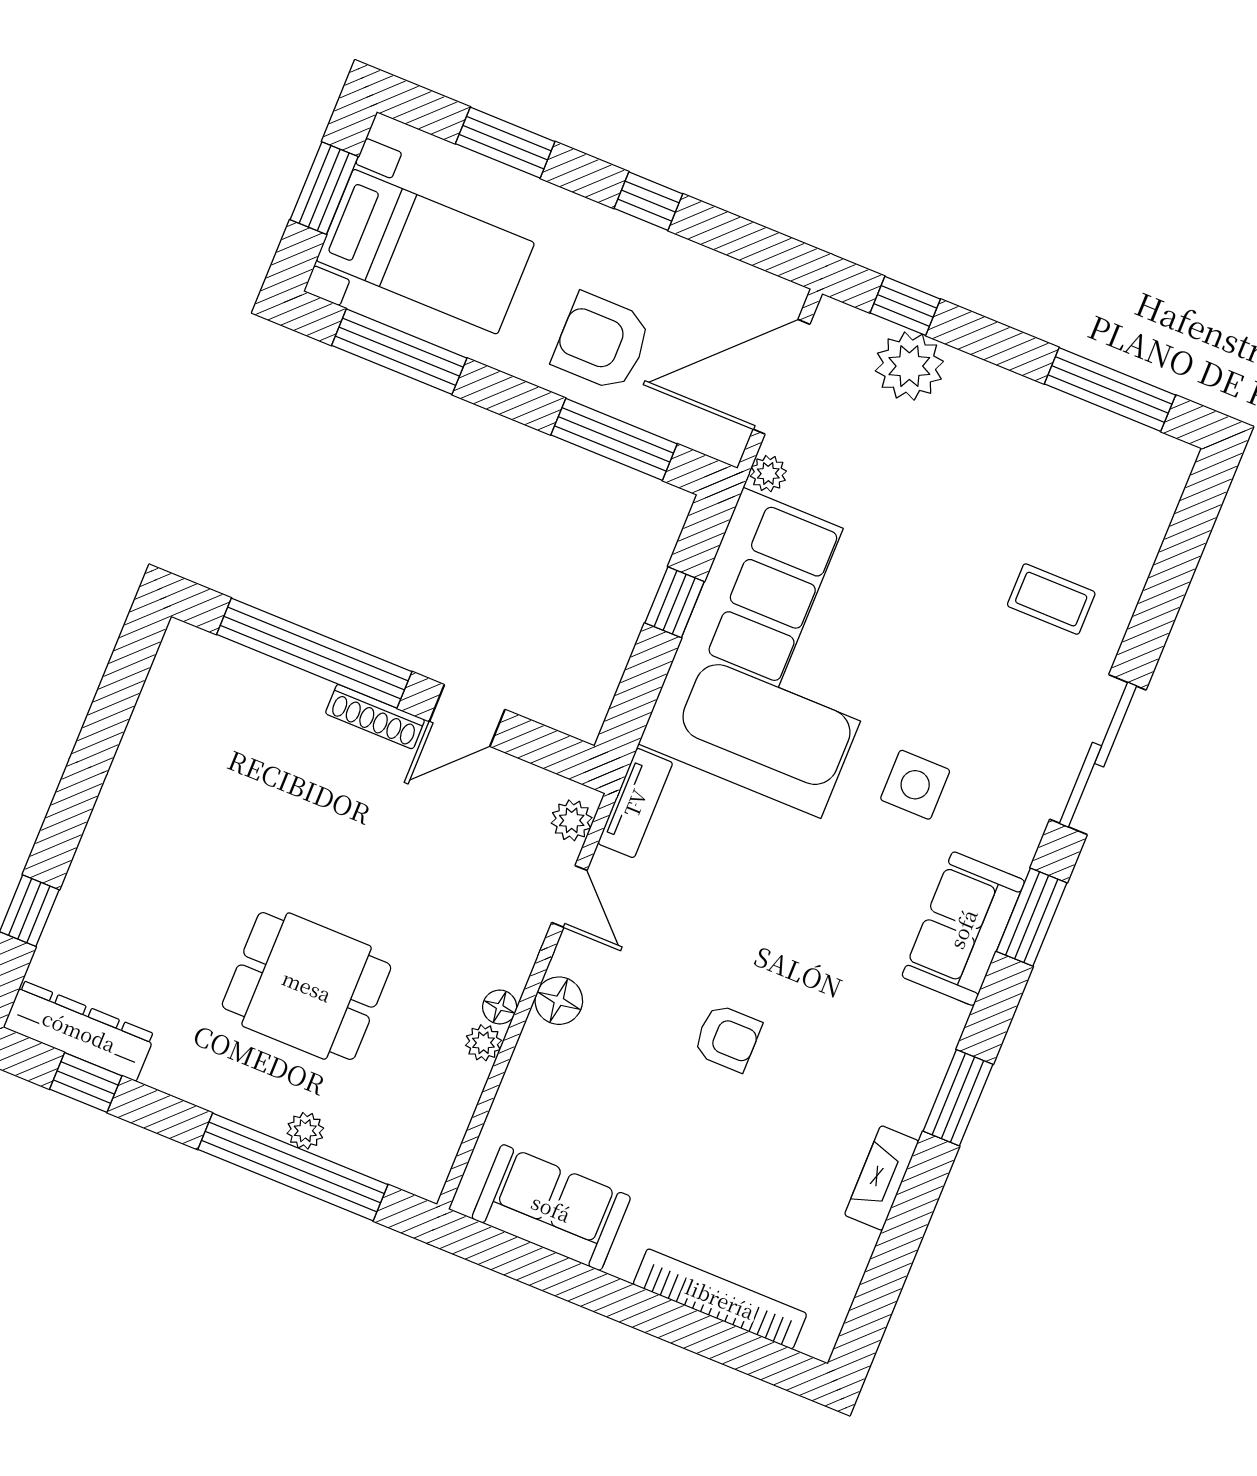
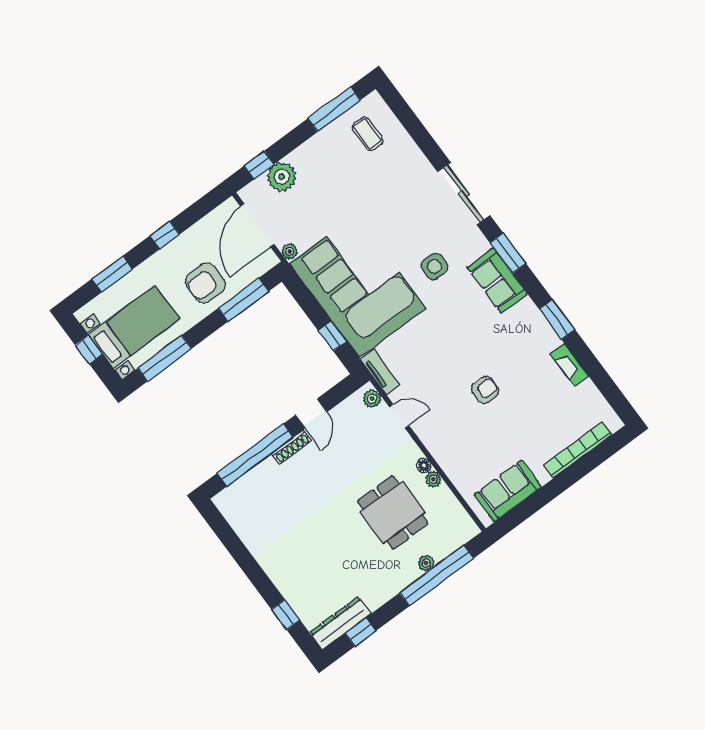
window: (324, 188) -> (89, 350), width x0.67
coffee table: (1051, 599) -> (368, 134), moved, turned 90
window: (675, 602) -> (332, 336), moved
dining table: (307, 986) -> (393, 512), moved, turned 90
floor lamp: (559, 1001) -> (435, 443), removed

